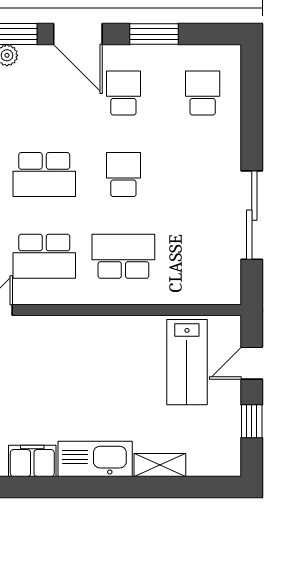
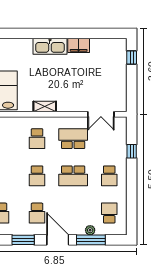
school desk: (44, 175) -> (73, 176), turned 180
school desk: (123, 256) -> (37, 139), width x0.54
shelving: (160, 465) -> (45, 106), moved

